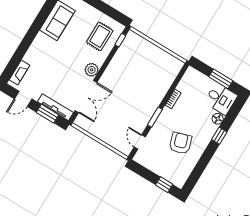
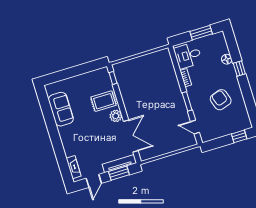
rug: (100, 36) -> (104, 101), moved, turned 90
desk: (221, 99) -> (188, 55), moved, turned 180

